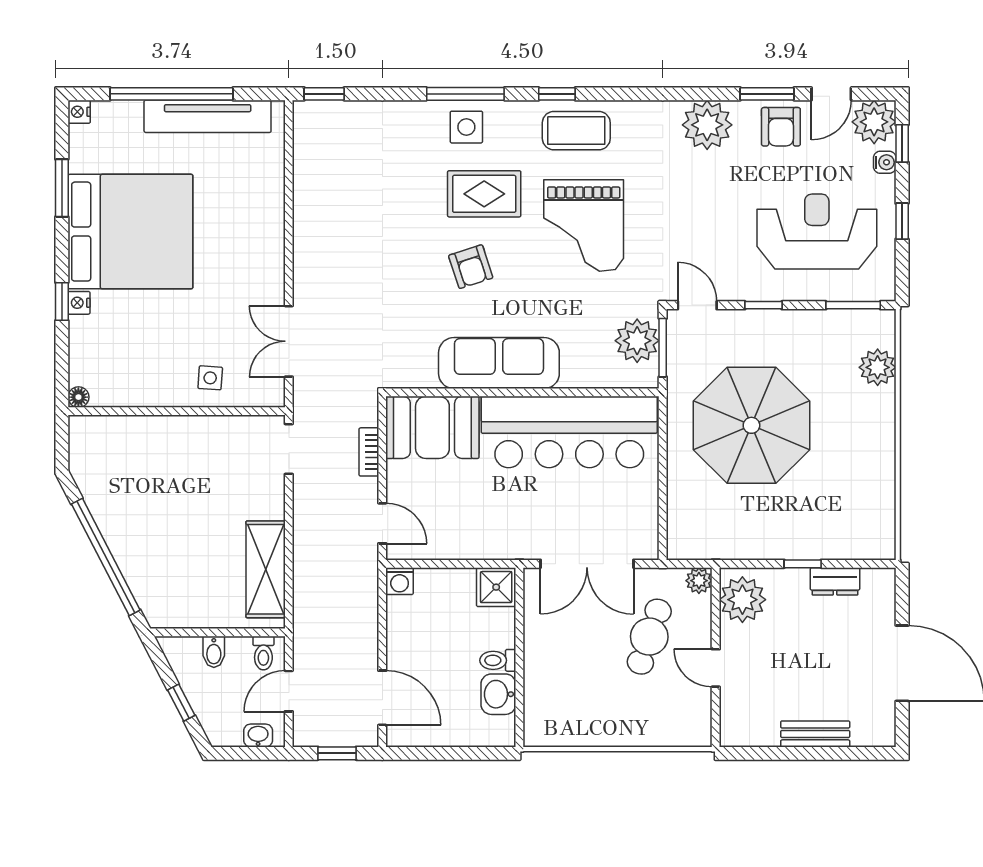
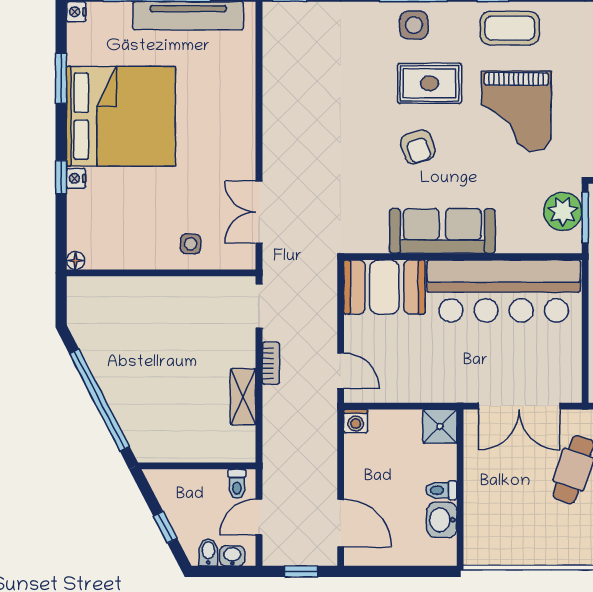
bookcase: (369, 452) -> (271, 363), moved, turned 180
shelving: (266, 569) -> (243, 397), width x0.67, depth x0.75
bidet: (214, 652) -> (208, 552), moved, turned 180

